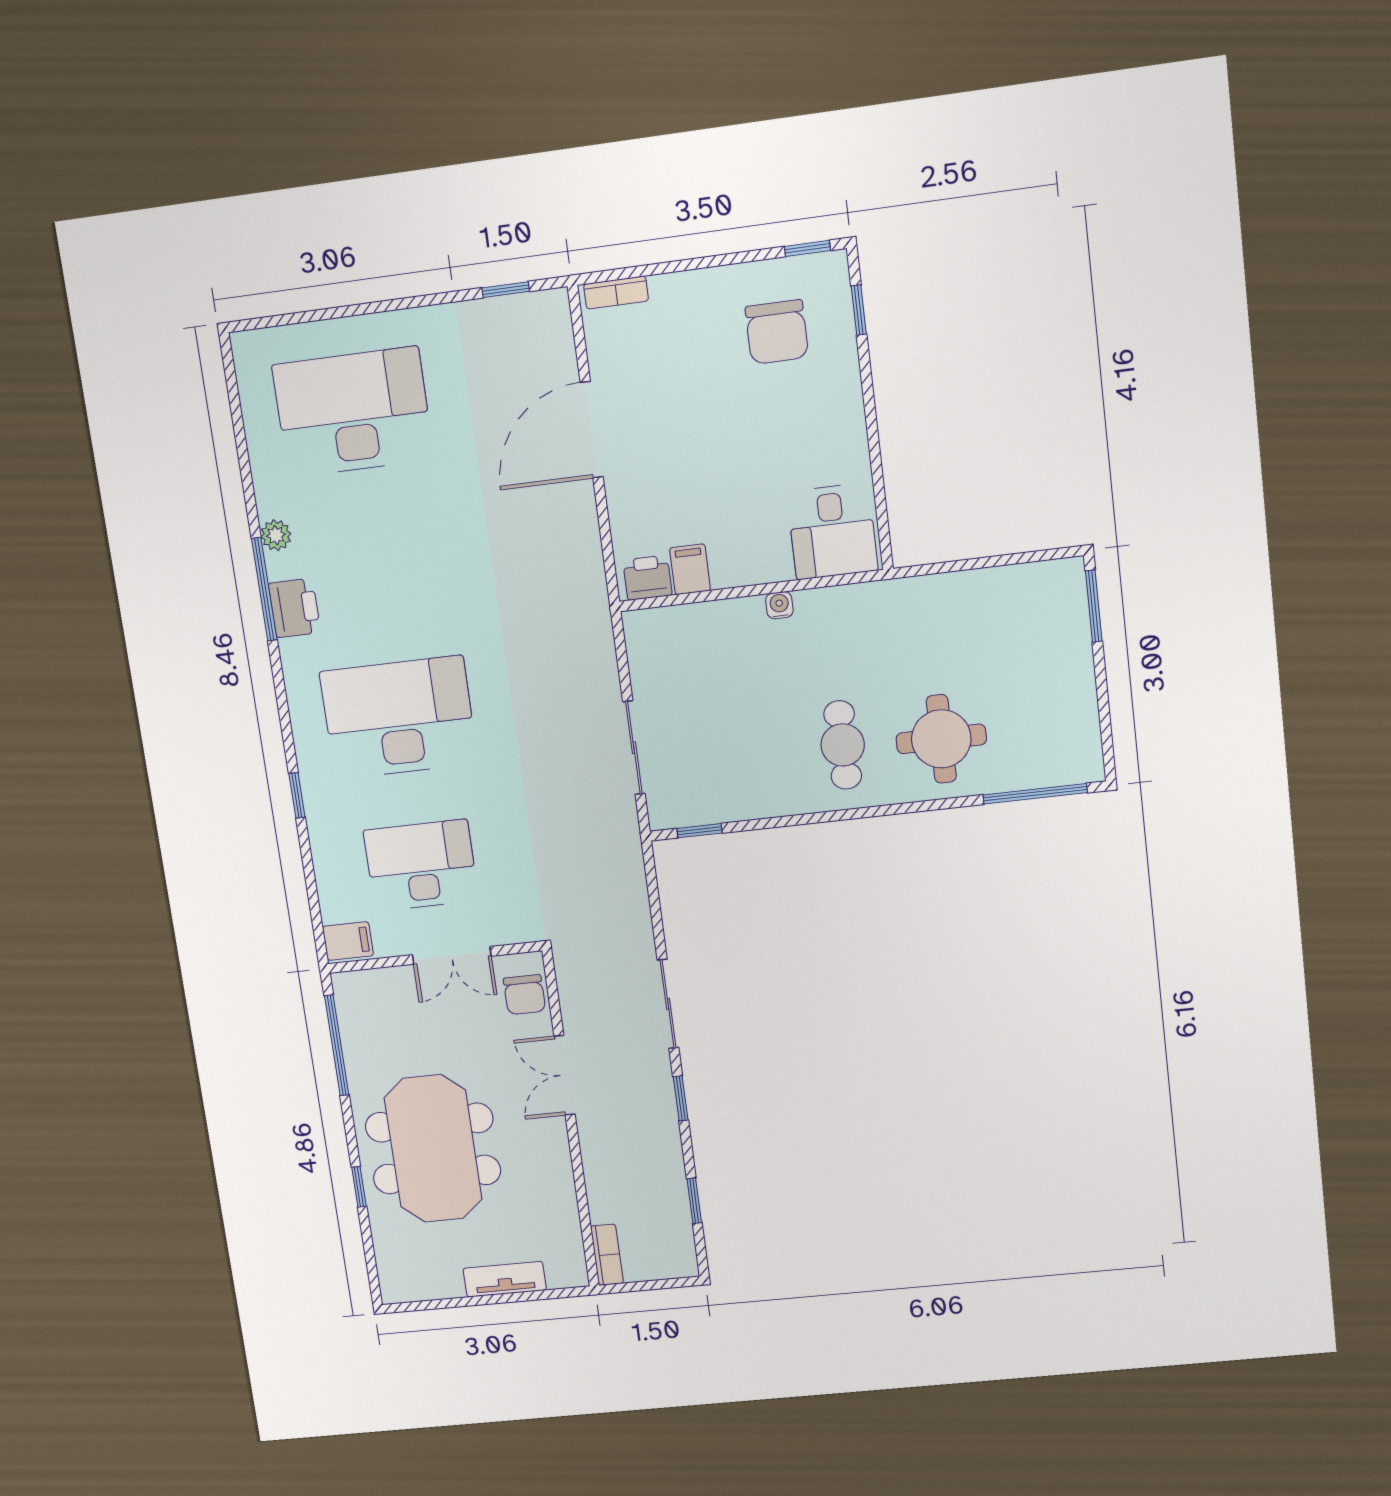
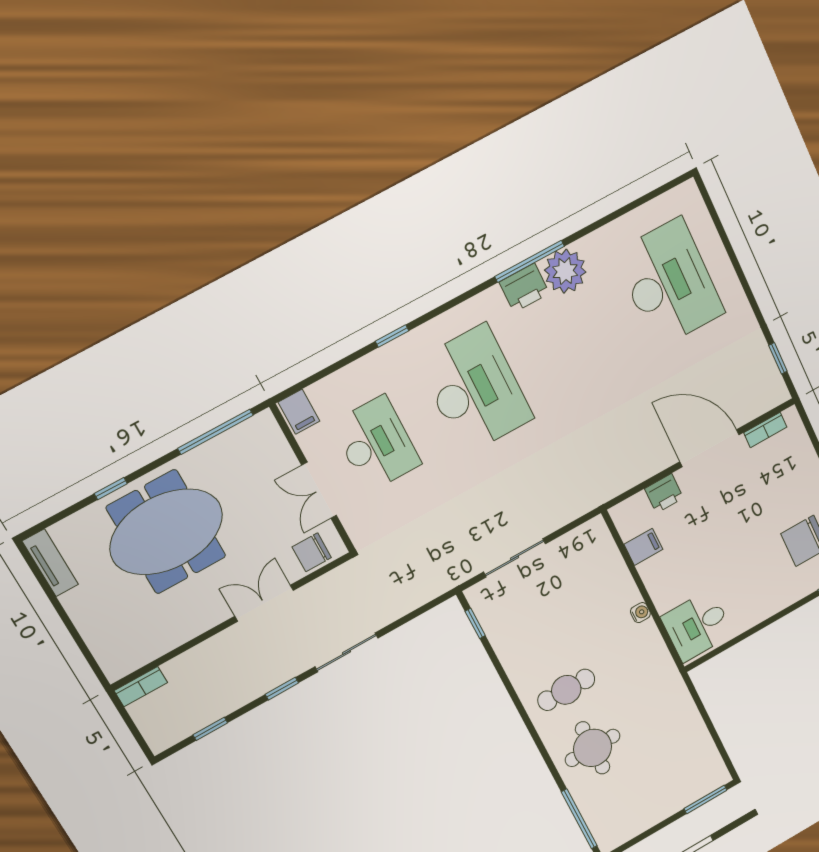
bookcase: (616, 292) -> (765, 430), moved, turned -90
plant: (276, 535) -> (565, 271), width x1.88, depth x1.88
printer: (648, 578) -> (664, 493), moved, turned 90
tv unit: (505, 1279) -> (50, 563), moved

